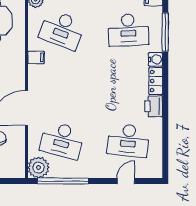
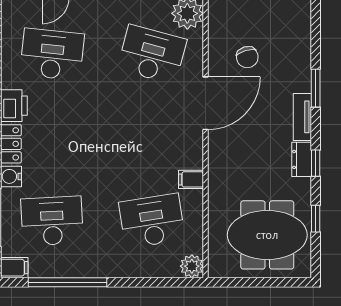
desk: (62, 30) -> (152, 221), turned -30

